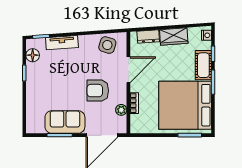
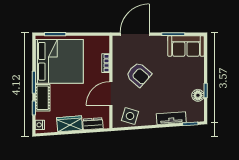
floor lamp: (33, 55) -> (198, 95), moved
armchair: (98, 91) -> (139, 75), turned 41
plant: (121, 110) -> (117, 57), removed
sofa: (65, 122) -> (186, 46), moved

